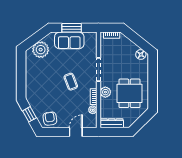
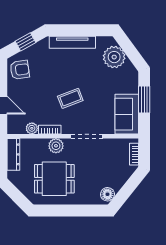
sofa: (69, 40) -> (127, 114), moved
tv unit: (30, 80) -> (72, 42), added

